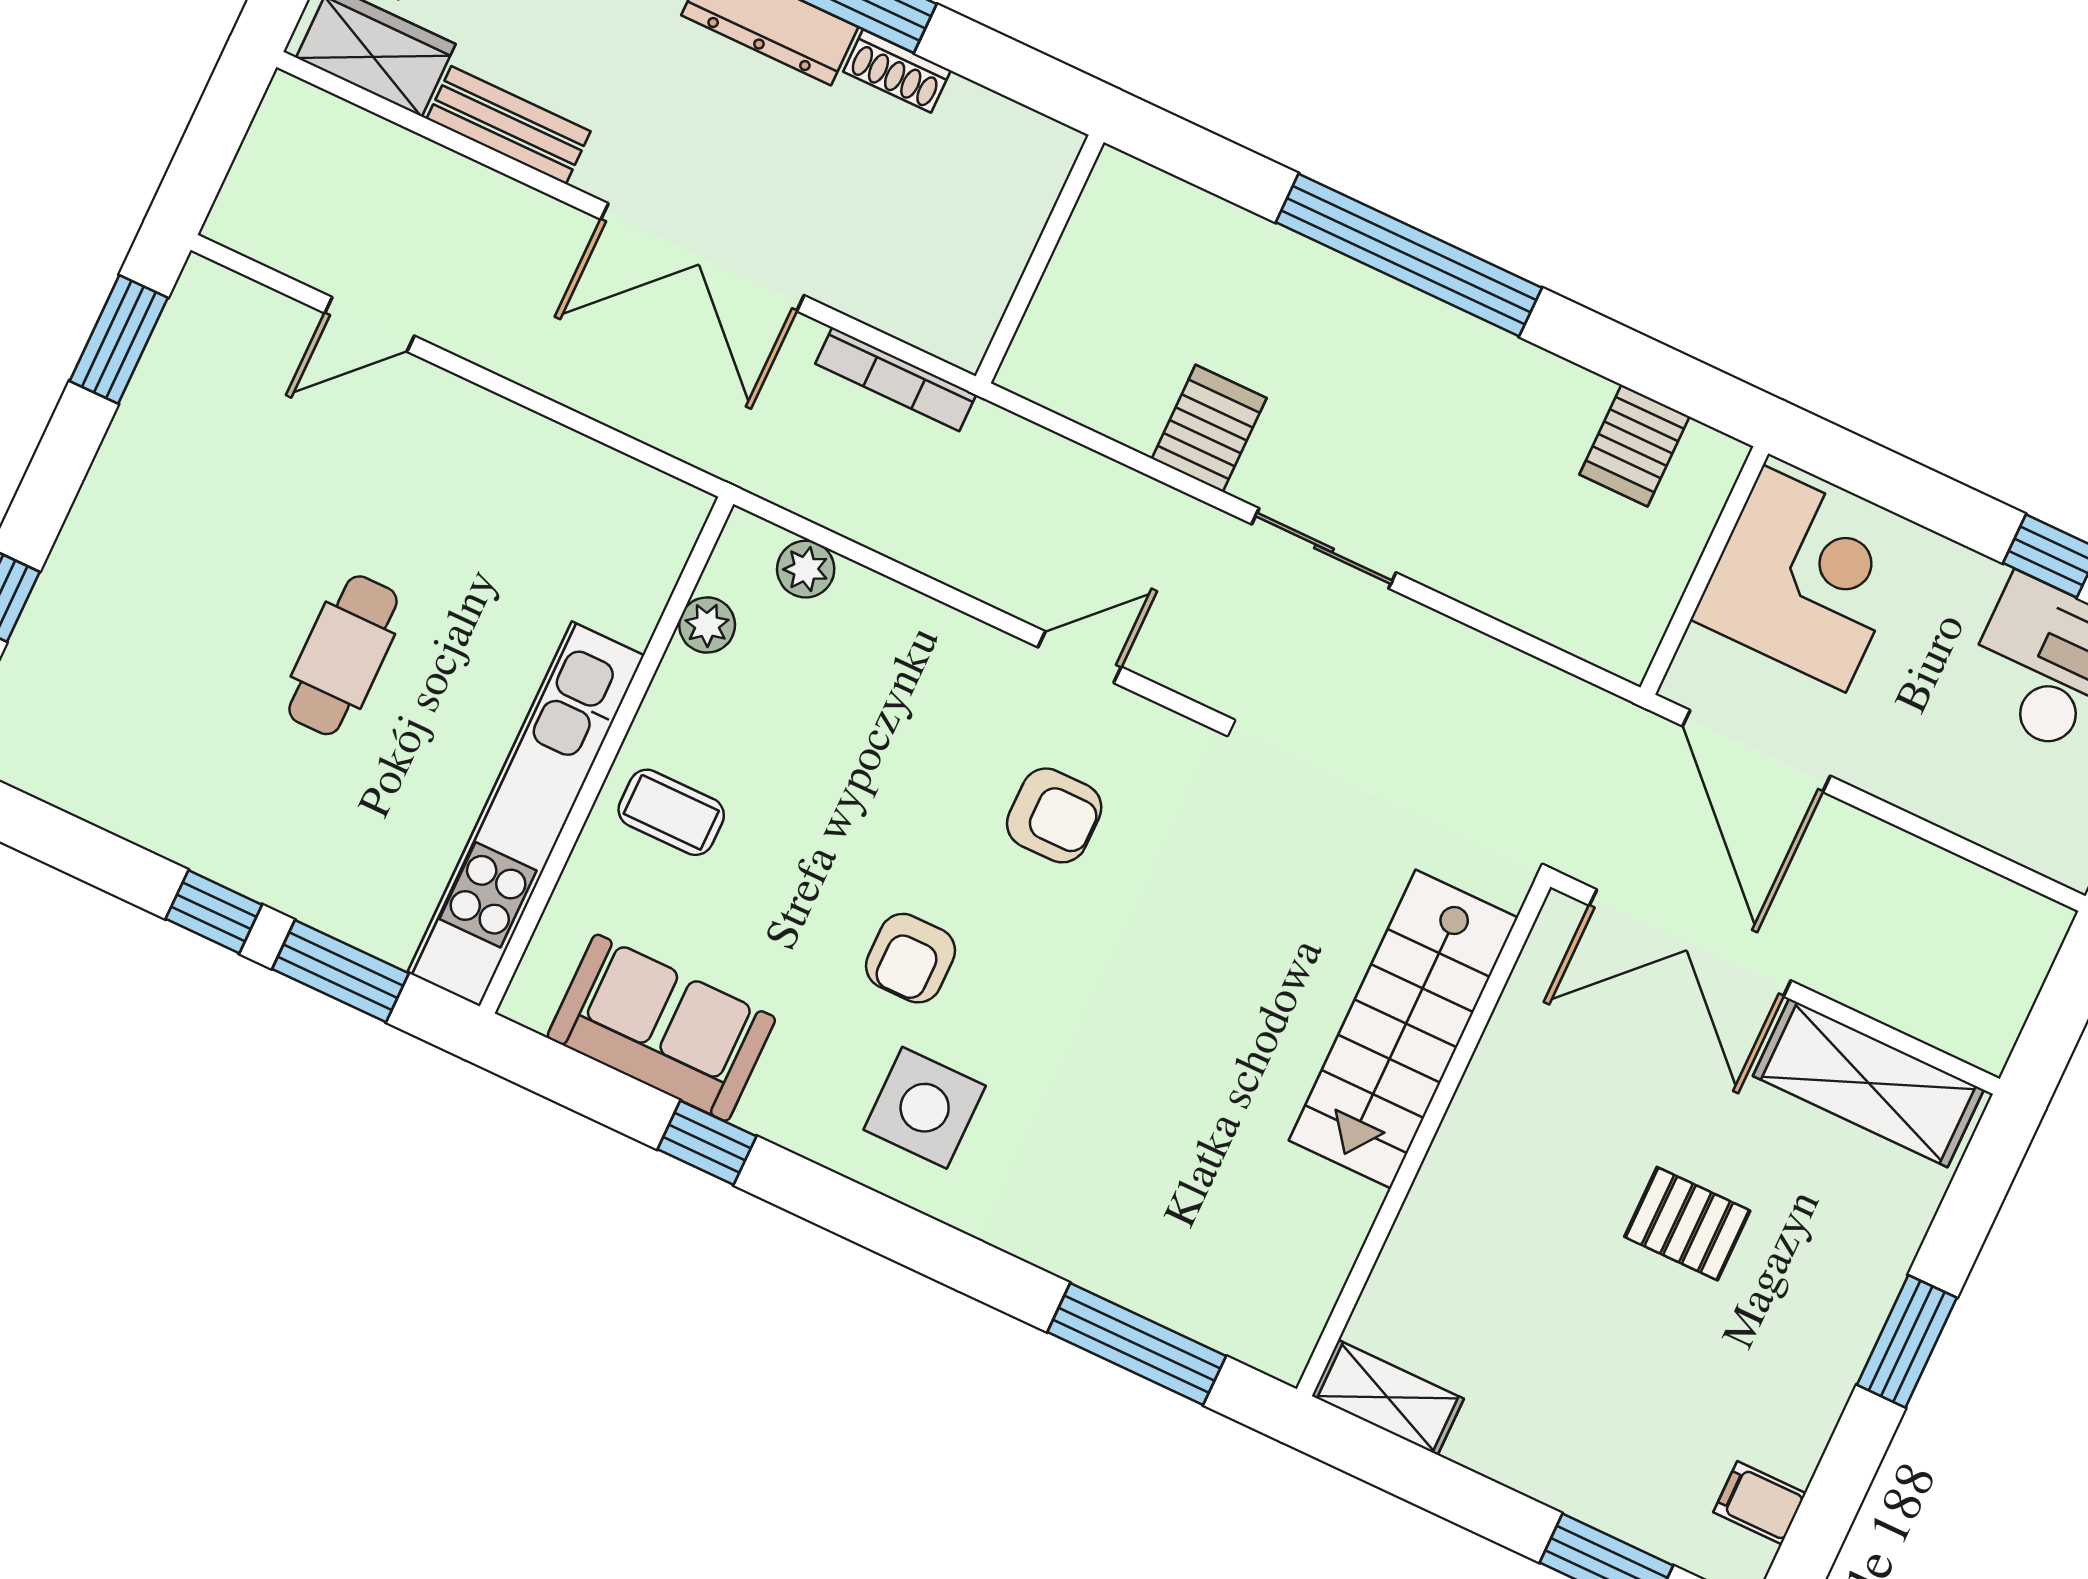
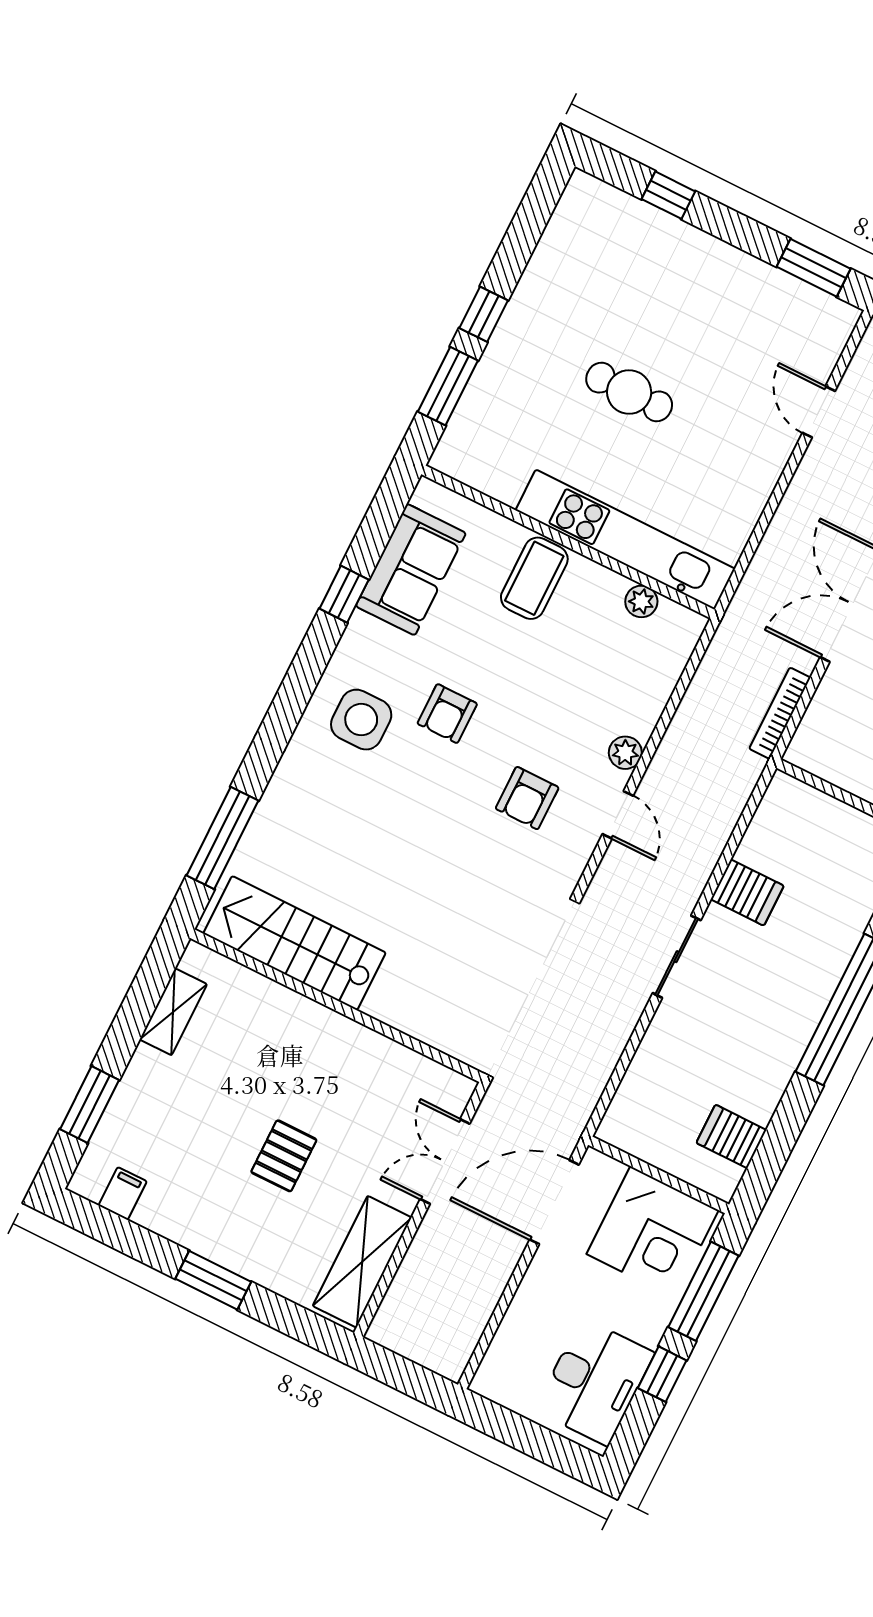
window: (1905, 488) -> (703, 1291), added
plant: (806, 569) -> (625, 753), moved
coffee table: (671, 812) -> (534, 578), width x1.36, depth x1.30
kitchen unit: (526, 814) -> (625, 540), moved
double door: (1690, 943) -> (445, 1161), width x0.73
armchair: (910, 958) -> (447, 714), turned -90
stairs: (1403, 1029) -> (294, 943), moved
shelving: (1388, 1397) -> (173, 1012), moved

